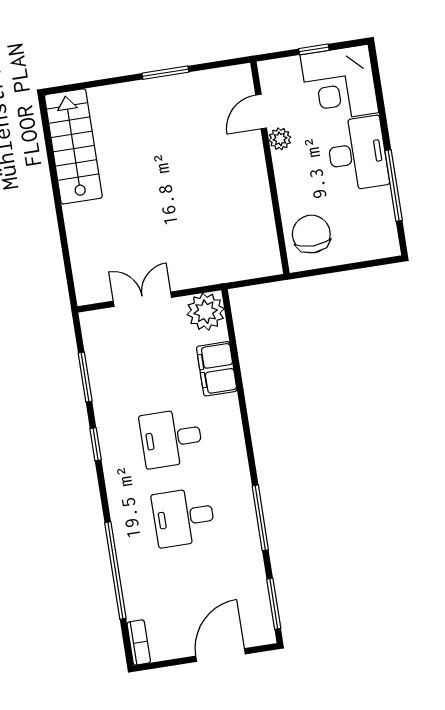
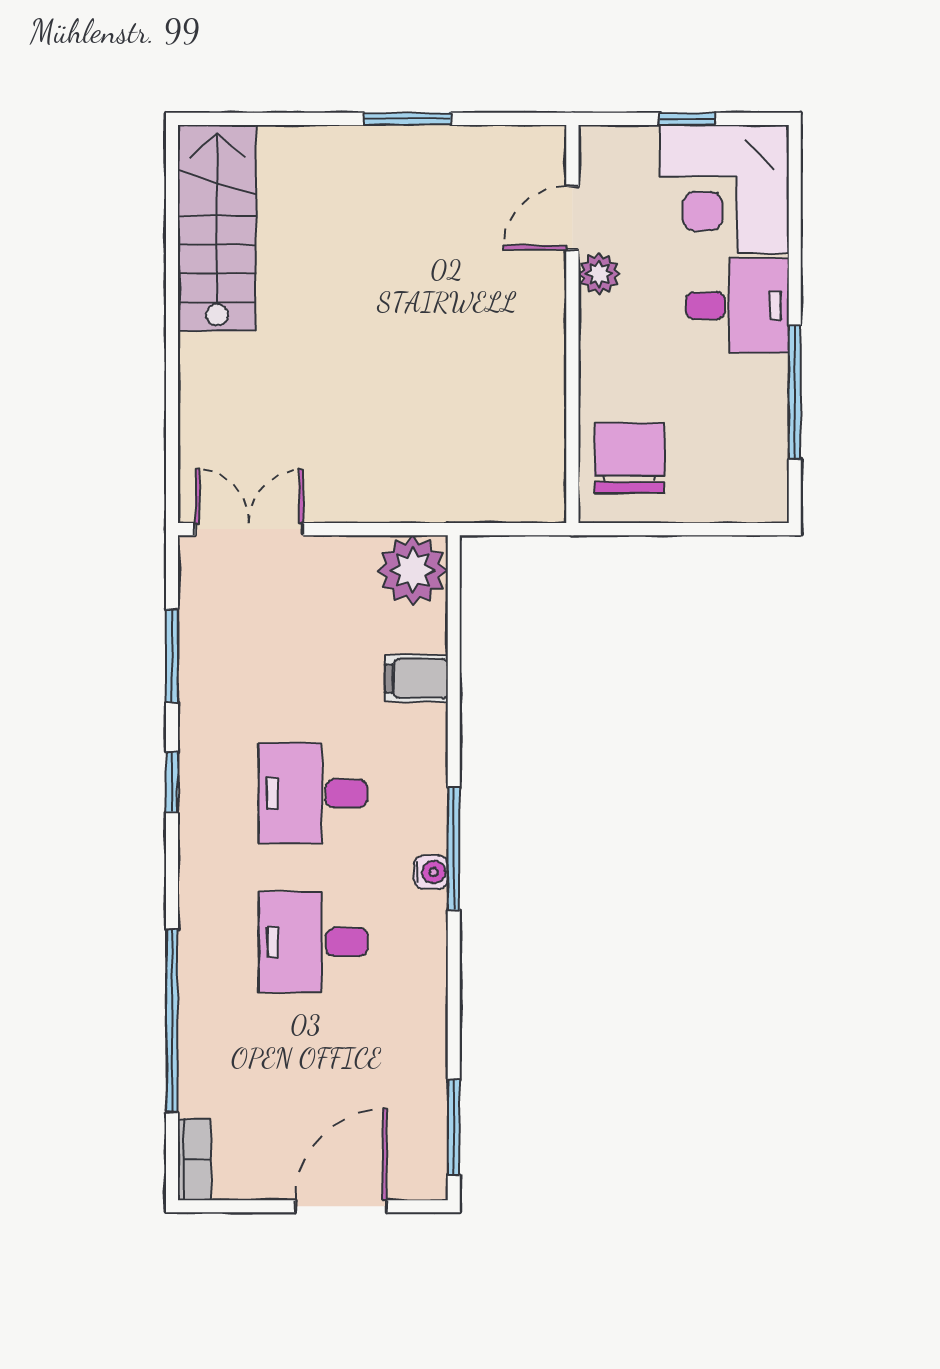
desk: (357, 154) -> (737, 305), width x0.73
double door: (142, 299) -> (249, 529), moved
filing cabinet: (217, 369) -> (416, 678), width x0.50
water cooler: (240, 470) -> (431, 872), added
window: (260, 518) -> (454, 849), moved

